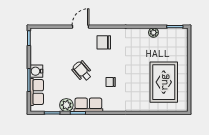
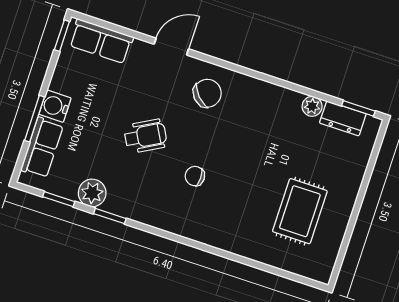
dresser: (169, 33) -> (343, 118), added
chair: (104, 42) -> (207, 93), turned 137
wheelchair: (82, 71) -> (146, 136), turned 102
rug: (164, 82) -> (300, 211), width x0.73, depth x0.70
row of seats: (88, 105) -> (101, 41), moved, turned 180

